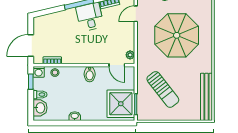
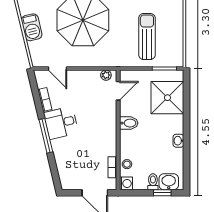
window: (31, 82) -> (162, 193), moved
sun lounger: (163, 89) -> (147, 36), turned -52
shower: (121, 104) -> (167, 98), moved

